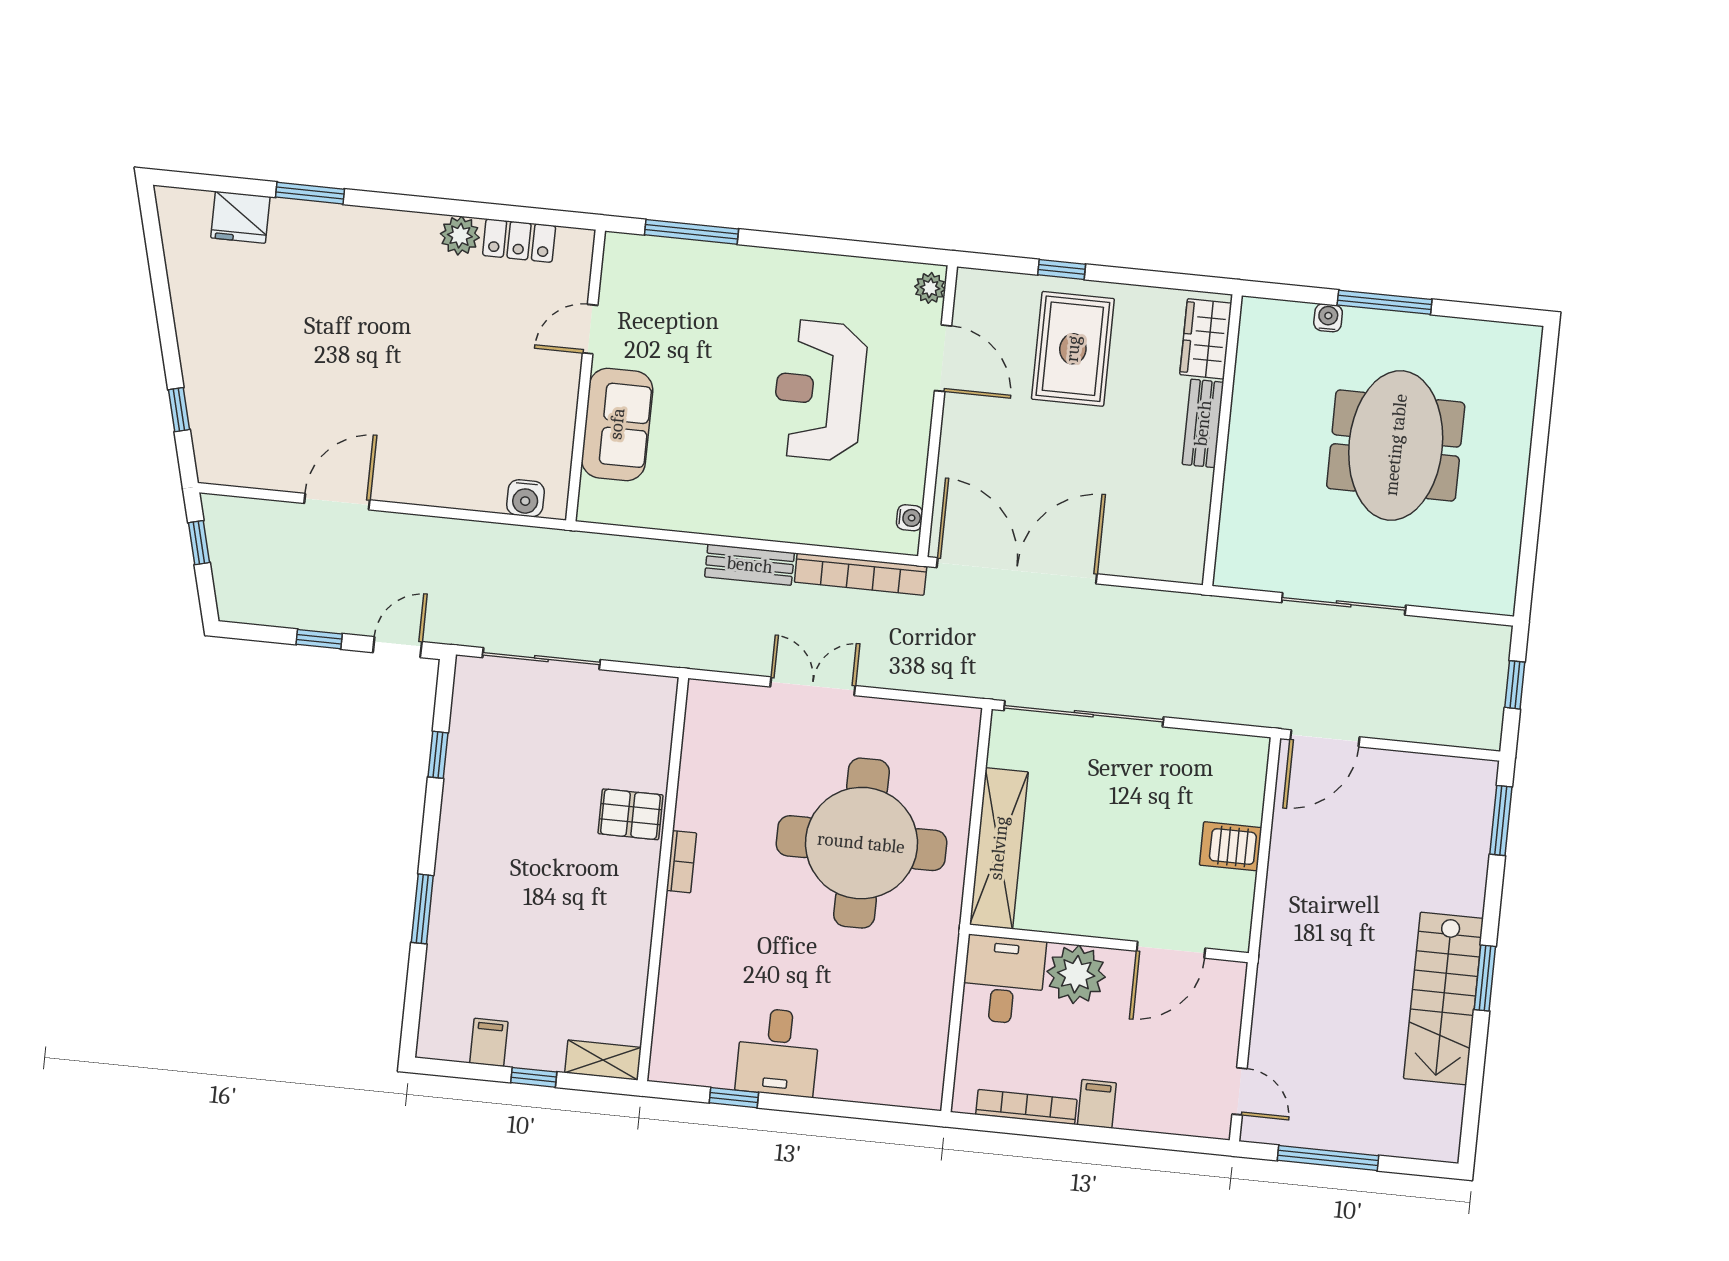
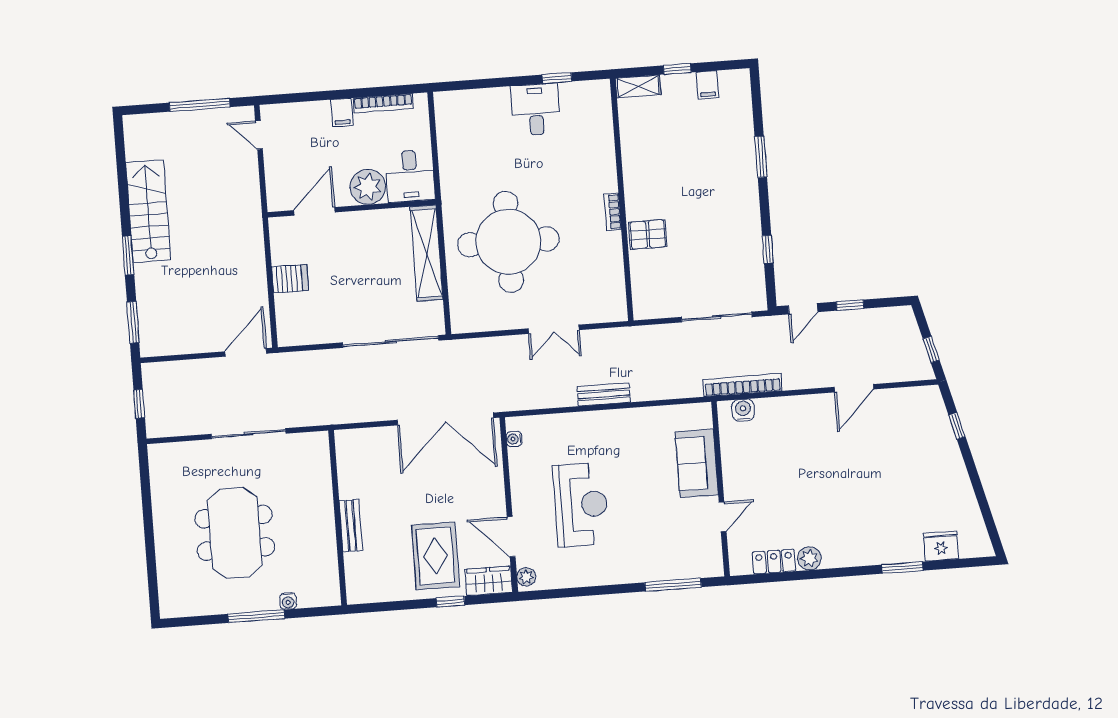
wardrobe: (1206, 339) -> (489, 581), moved, turned -90
bookcase: (861, 574) -> (743, 385), moved
window: (1485, 978) -> (128, 255), moved

